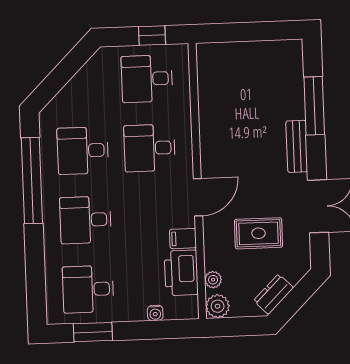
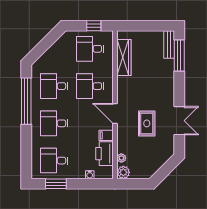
wardrobe: (210, 92) -> (124, 57), added
window: (314, 106) -> (179, 56), moved
bench: (297, 146) -> (169, 44), moved
door: (198, 197) -> (115, 113), swing flipped
rug: (259, 233) -> (147, 123), moved, turned 90
dresser: (274, 294) -> (154, 167), removed

